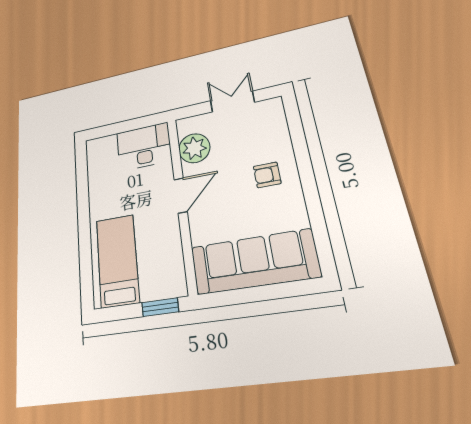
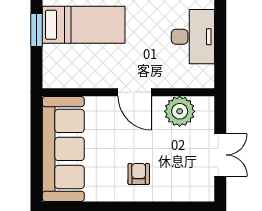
desk: (144, 147) -> (193, 37), moved
window: (160, 307) -> (37, 30), moved

